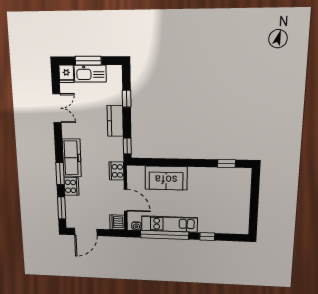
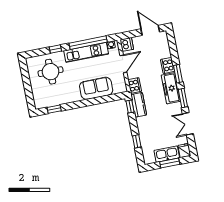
kitchen counter: (115, 121) -> (139, 105), moved
door: (126, 200) -> (123, 64), swing flipped
window: (62, 208) -> (183, 98), moved
round table: (220, 211) -> (51, 72), added
door: (86, 232) -> (150, 30), hinge flipped

